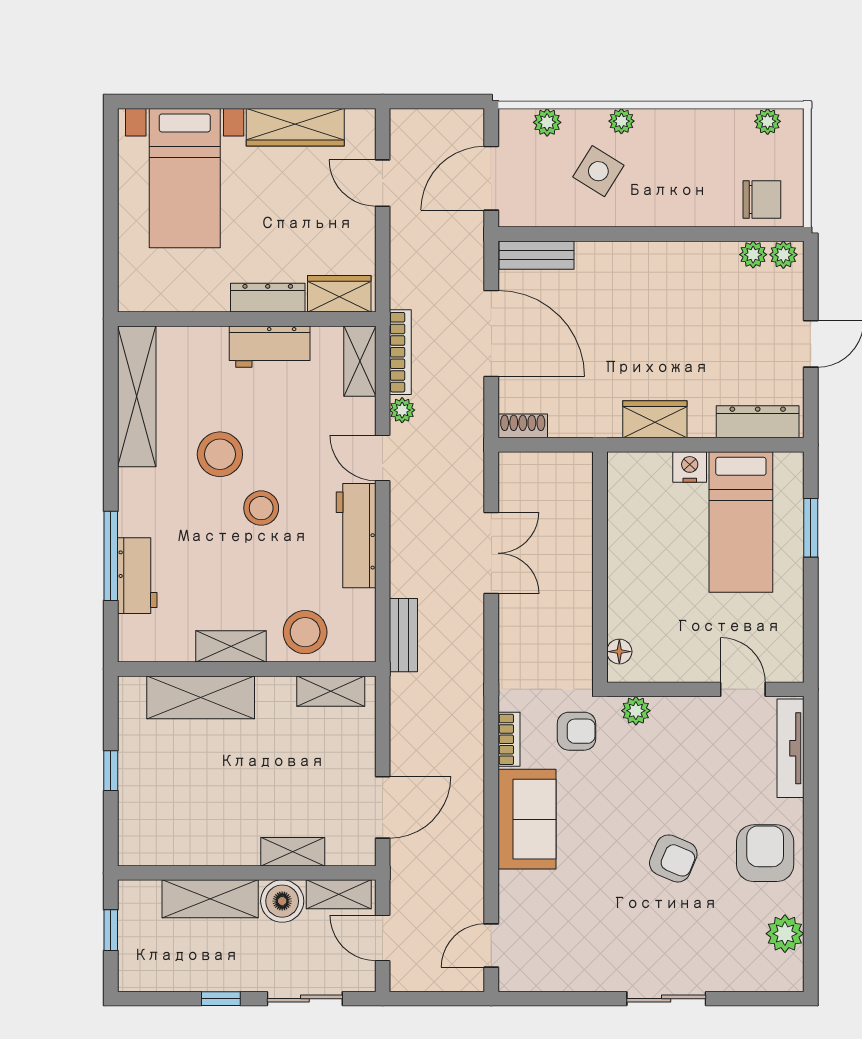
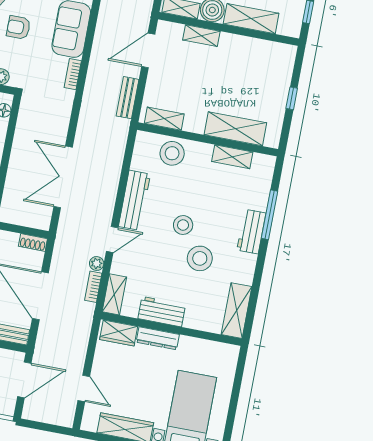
bookcase: (400, 352) -> (93, 287), width x0.64
shelving: (137, 396) -> (237, 311), width x0.68
door: (383, 458) -> (112, 240), hinge flipped
double door: (491, 553) -> (63, 177), width x1.37
workbench: (137, 576) -> (251, 232), moved
bench: (403, 635) -> (128, 98), moved
shelving: (231, 646) -> (232, 157), moved
armchair: (577, 731) -> (19, 28), moved

